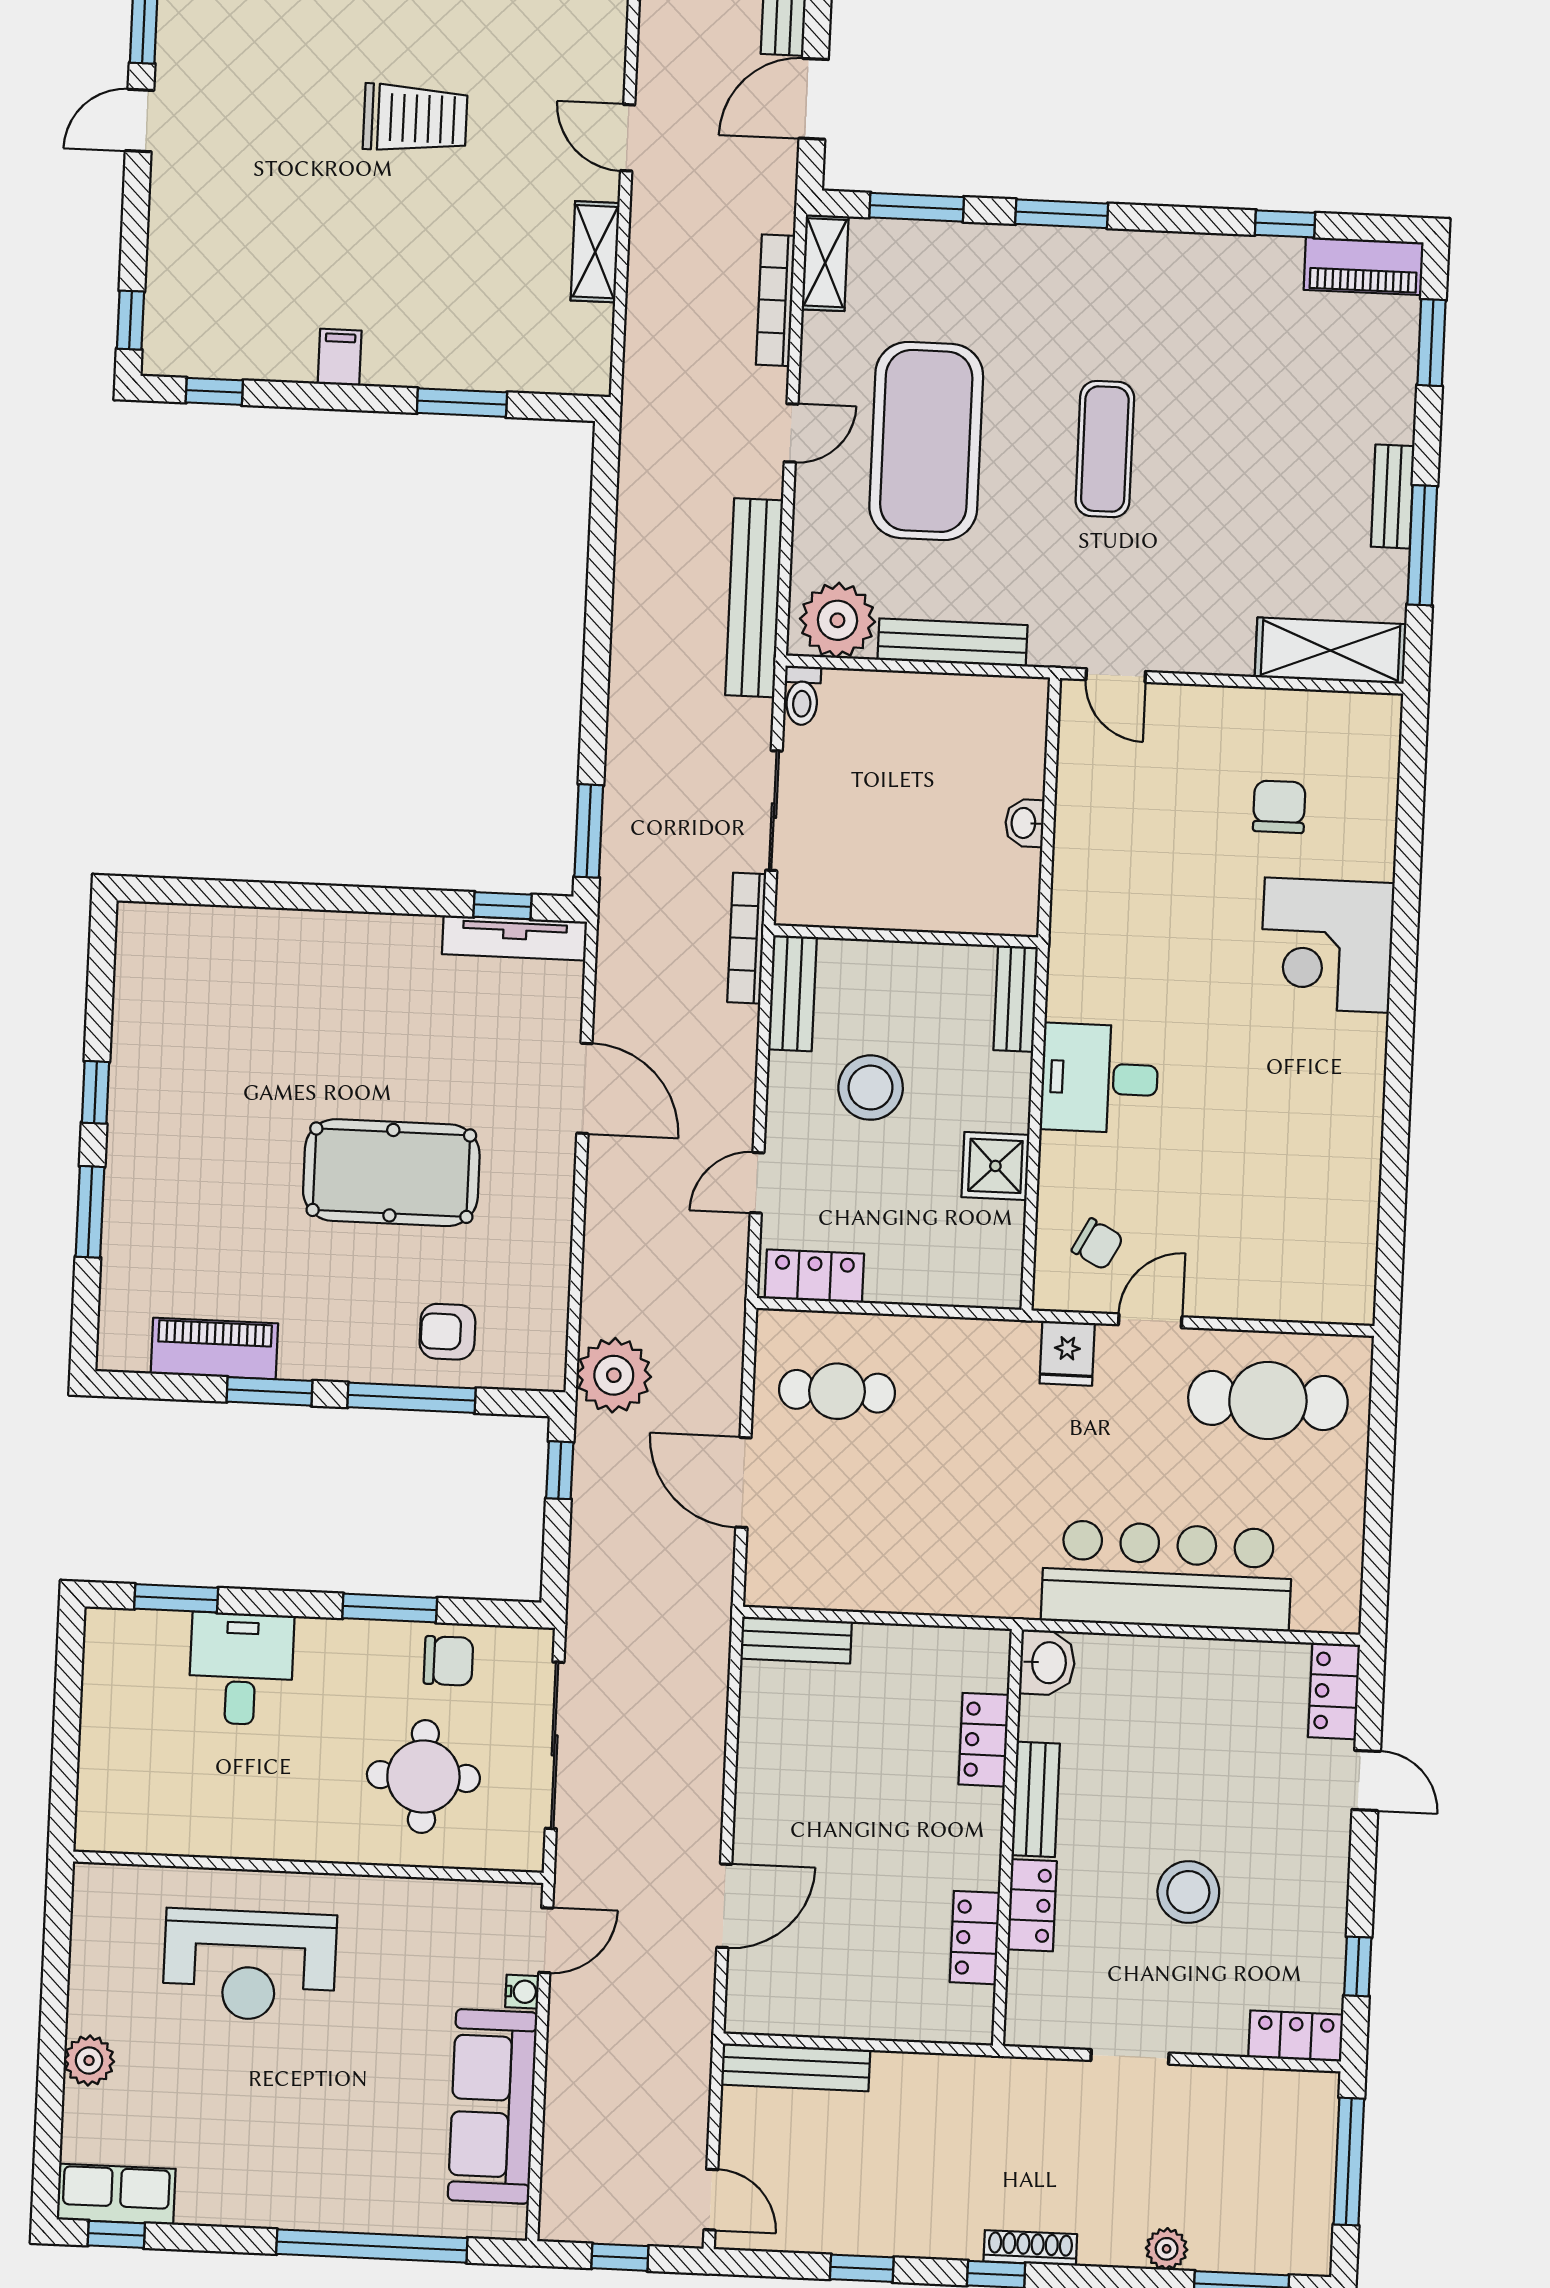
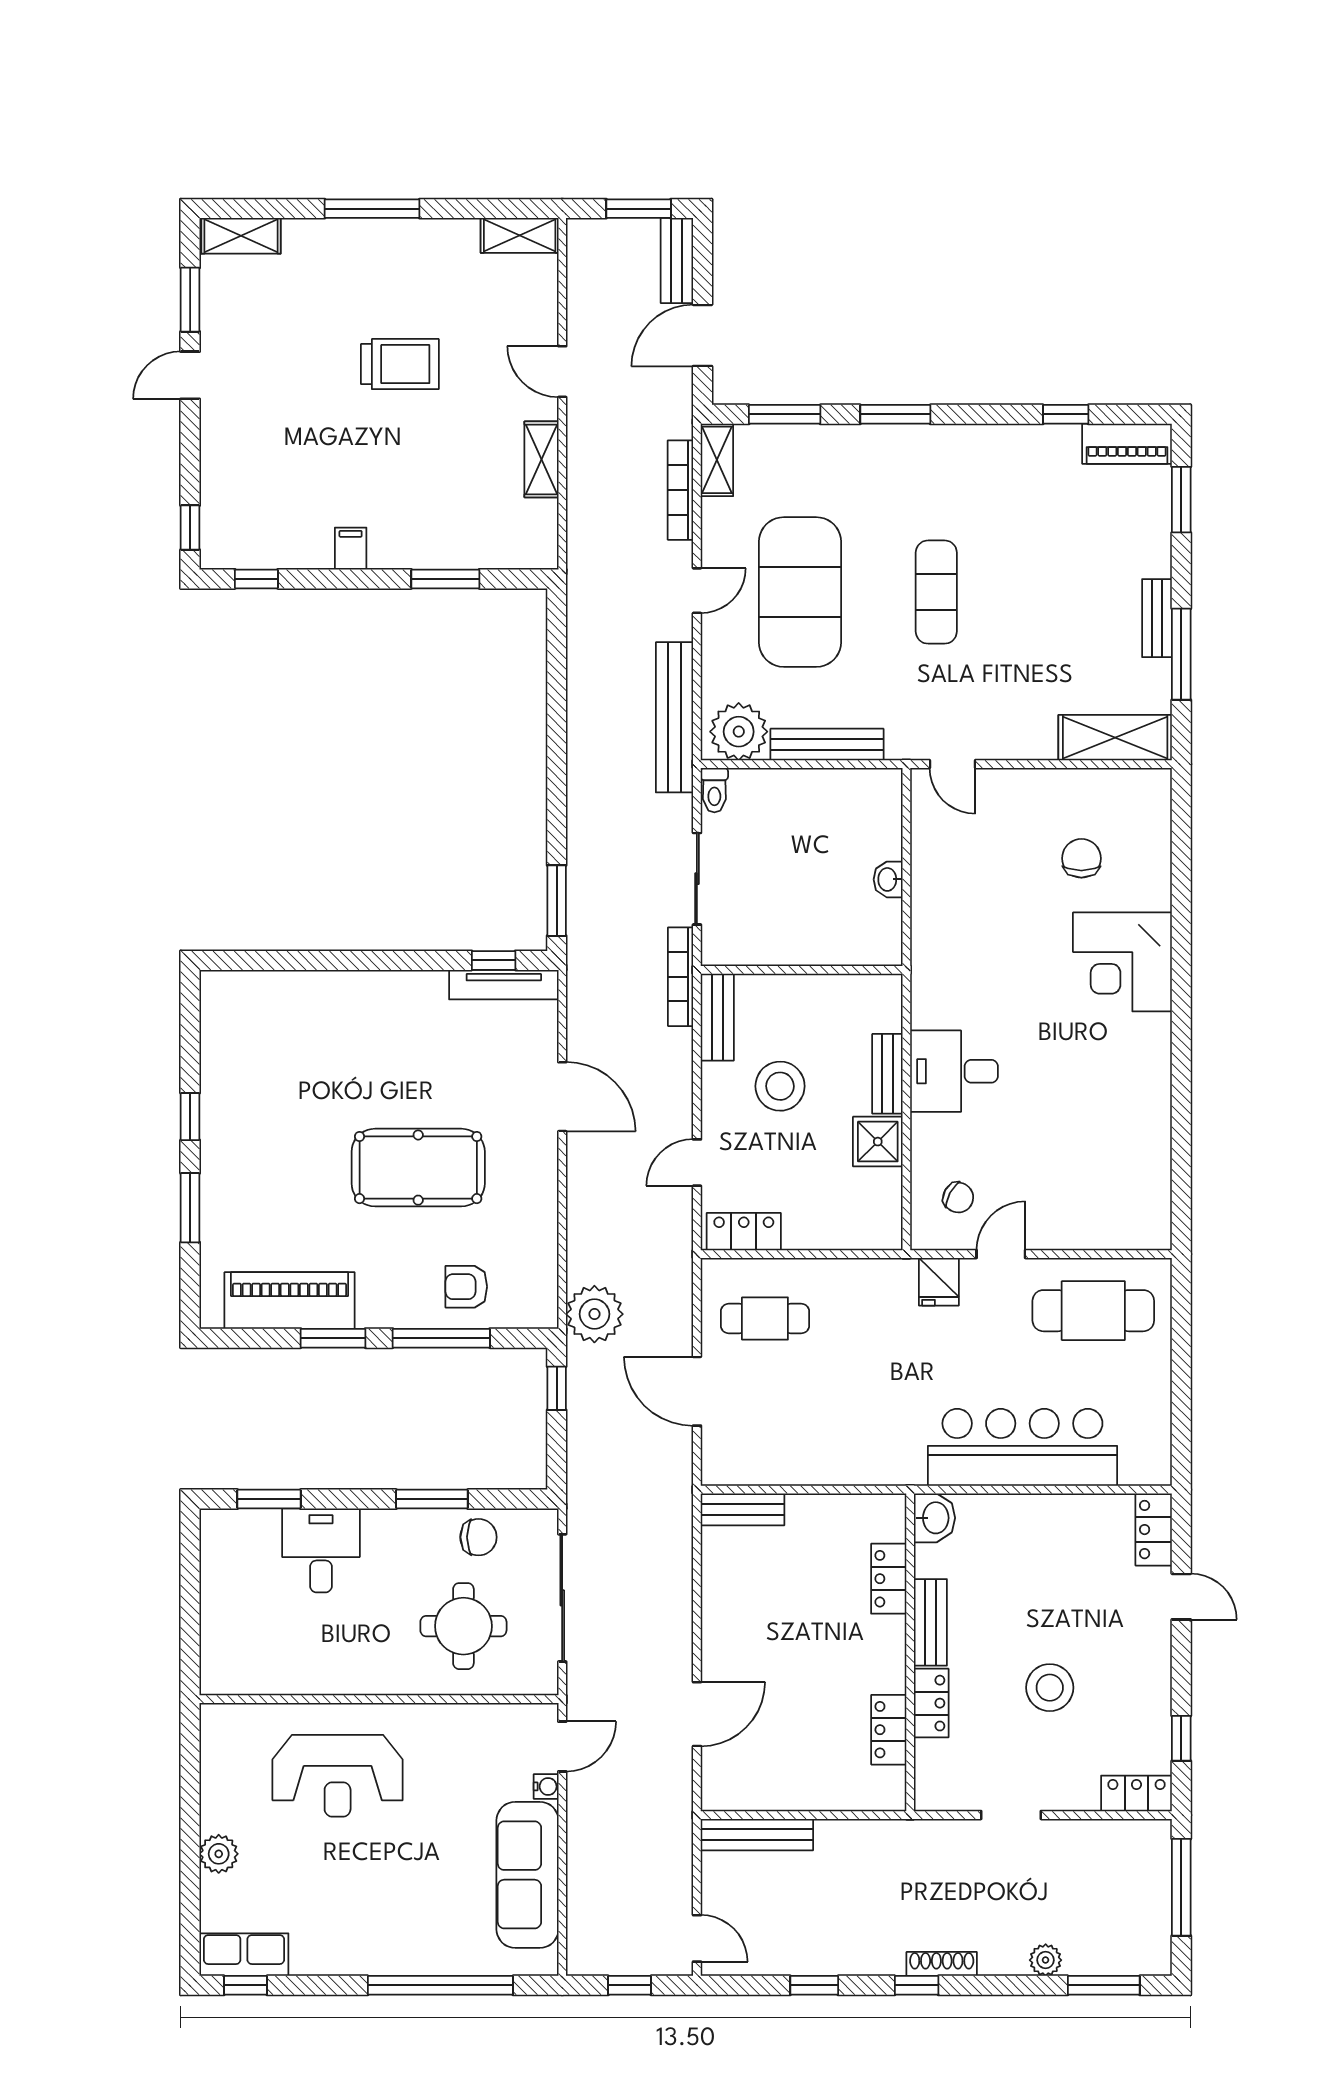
bench: (1016, 999) -> (887, 1074), moved
piano: (214, 1349) -> (290, 1301), width x1.37, depth x1.33

